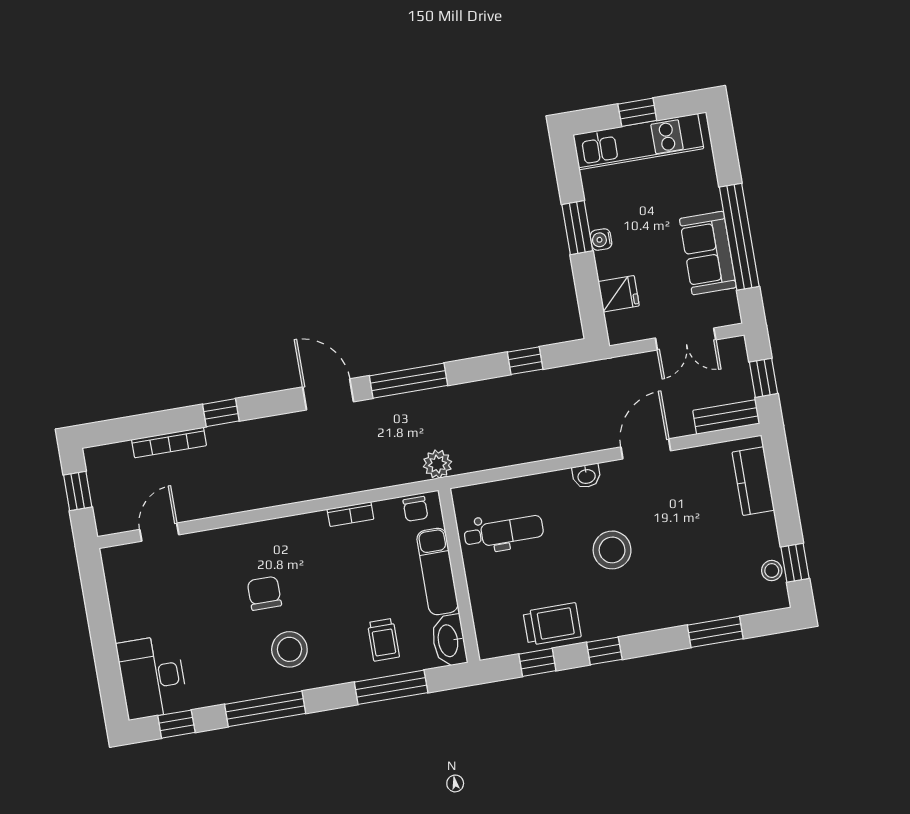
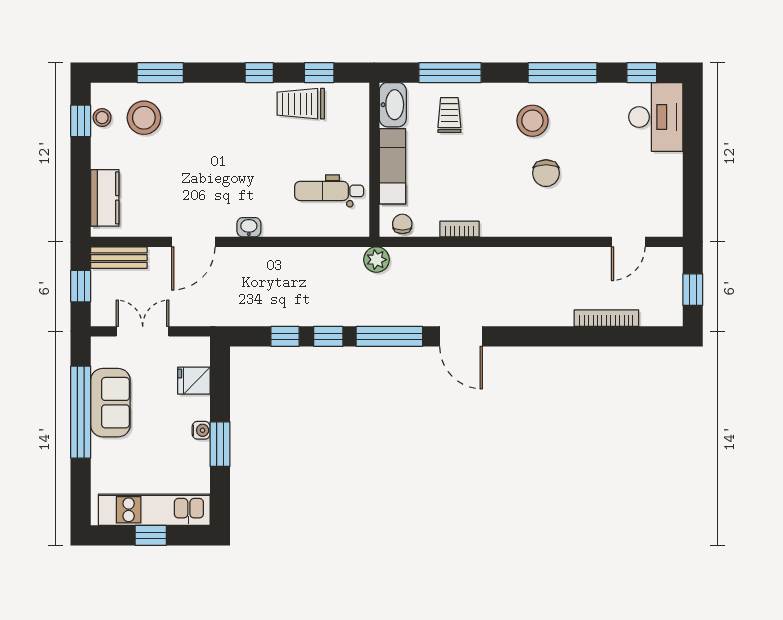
window: (221, 413) -> (328, 336), moved
stool: (612, 550) -> (144, 118), moved

